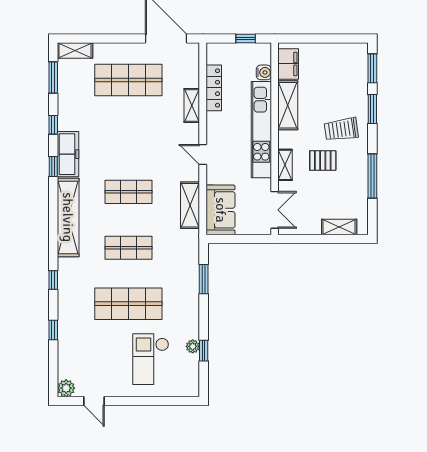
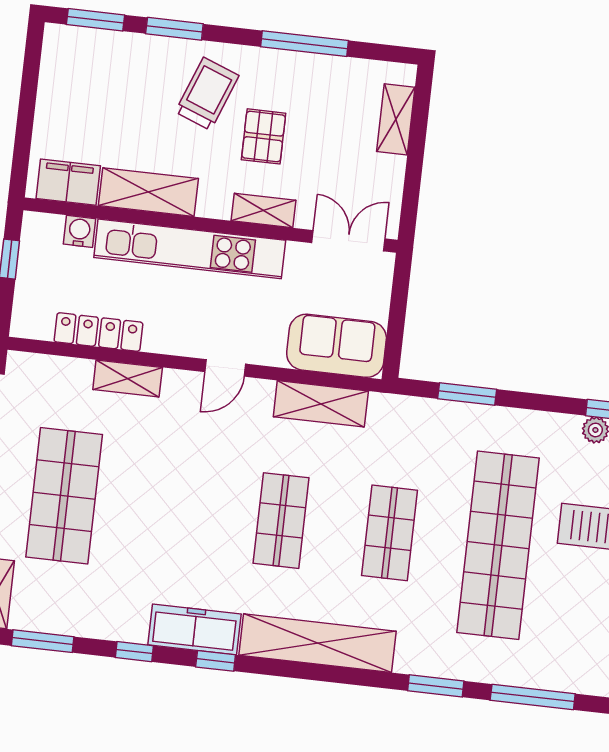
trolley: (341, 129) -> (207, 94), turned -151
window: (53, 280) -> (436, 686), width x1.50
shop shelf: (128, 304) -> (498, 545), width x1.40
window: (53, 330) -> (533, 697), width x2.17

